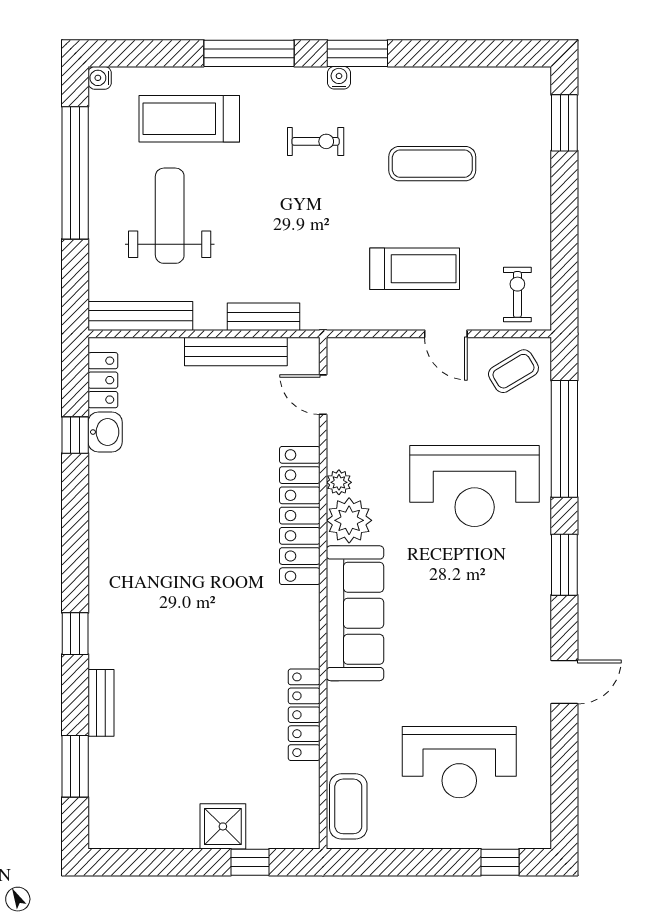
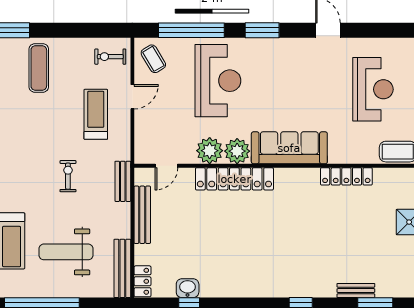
exercise bike: (316, 141) -> (68, 176), moved
exercise mat: (432, 164) -> (39, 68), moved
bench: (264, 317) -> (123, 181), moved
locker: (103, 380) -> (142, 281), moved, turned 90
plant: (339, 482) -> (210, 151), width x1.87, depth x1.87
bench: (101, 703) -> (356, 291), moved

